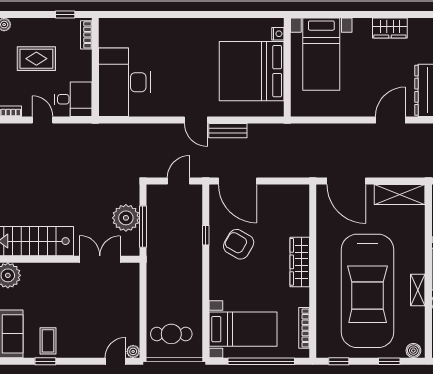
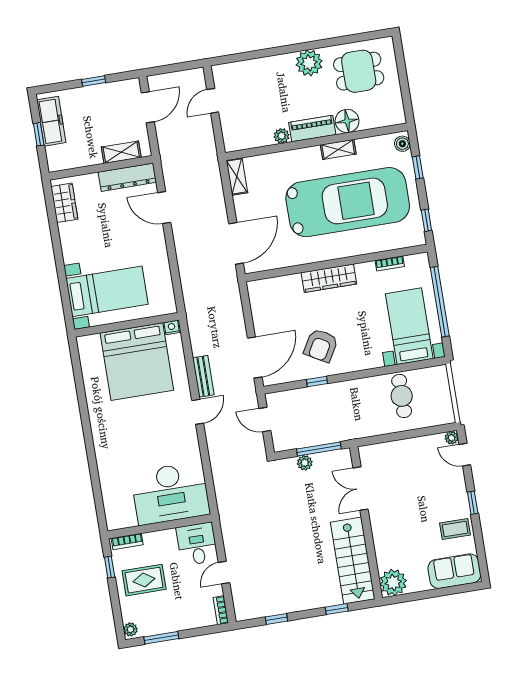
wardrobe: (390, 28) -> (64, 203), moved
nightstand: (278, 34) -> (172, 327), moved
rug: (36, 59) -> (144, 580), moved, turned 90
shelving: (400, 195) -> (237, 176), width x0.67, depth x0.75
plant: (126, 218) -> (305, 463), width x0.53, depth x0.53
bookcase: (304, 328) -> (390, 263), width x0.64
cafe table: (171, 334) -> (402, 396), moved
window: (45, 361) -> (473, 503), moved

